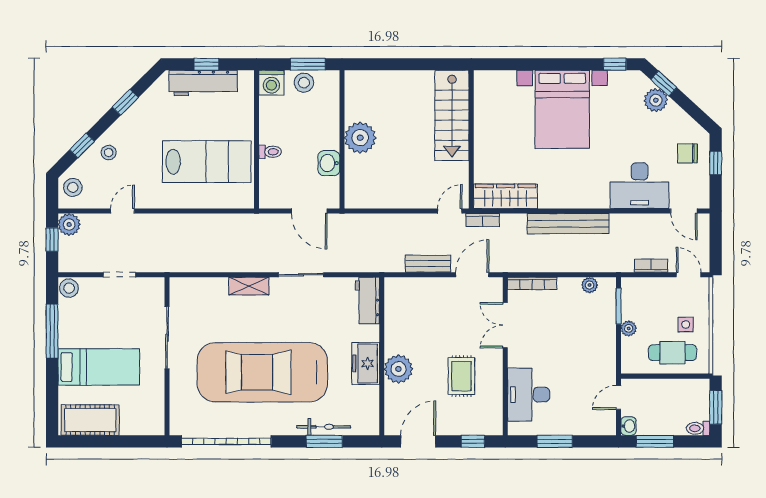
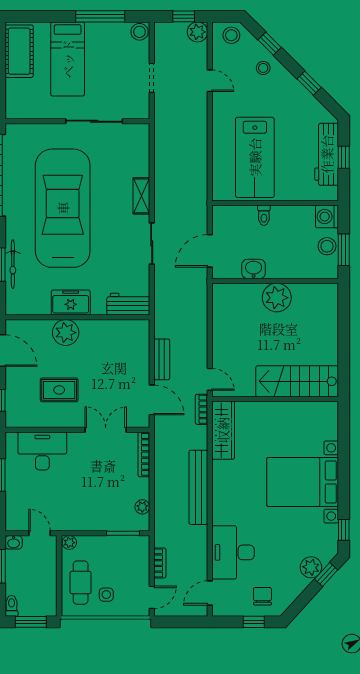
plant: (629, 328) -> (69, 543), moved

